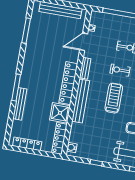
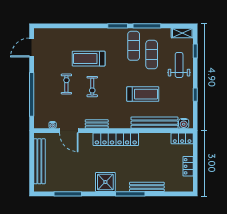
treadmill: (114, 98) -> (143, 94), moved, turned 180
bench: (81, 101) -> (154, 123), moved
shower: (60, 113) -> (105, 182), moved
locker: (59, 138) -> (182, 138), width x0.66
locker: (27, 144) -> (188, 166), width x0.66

